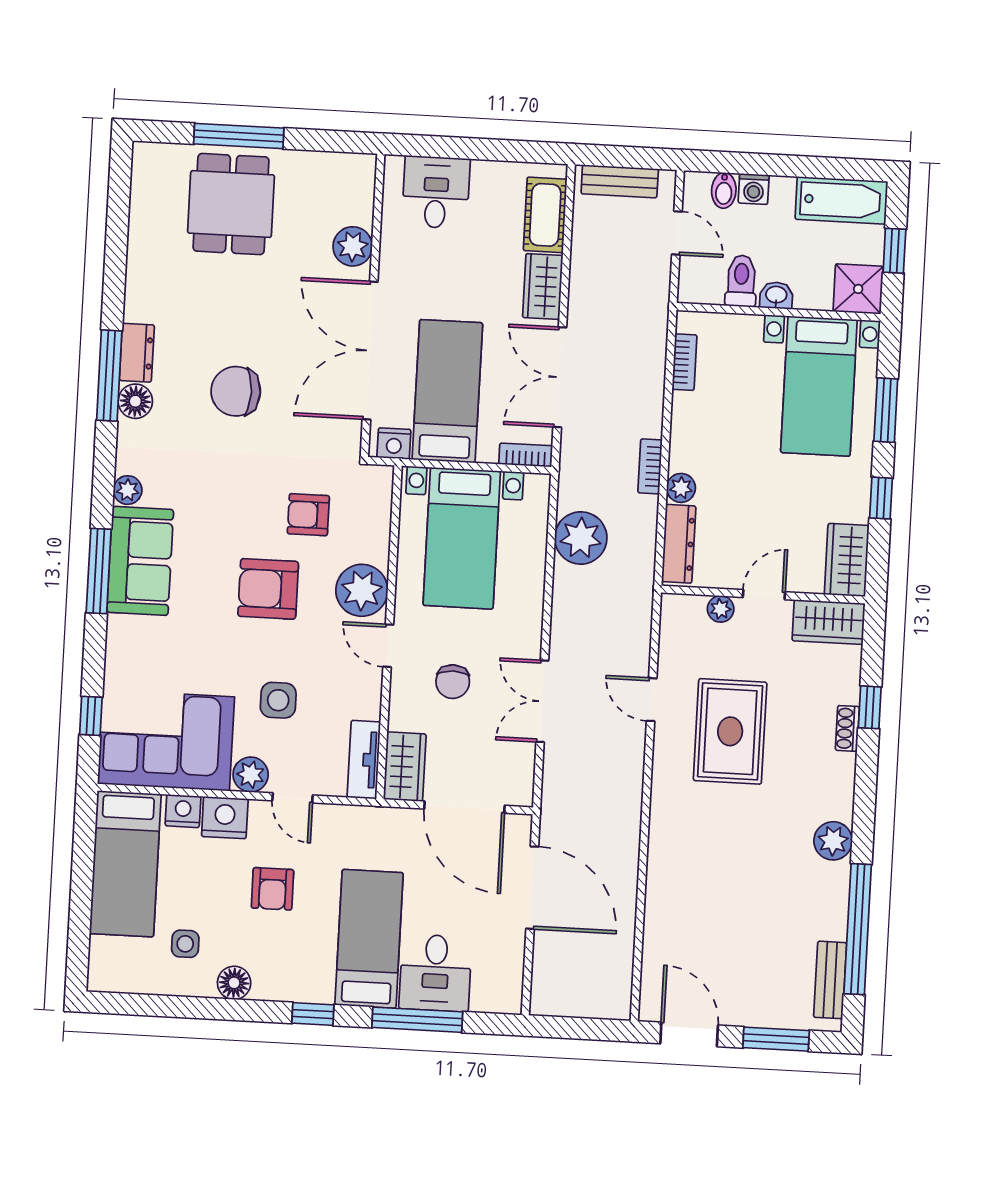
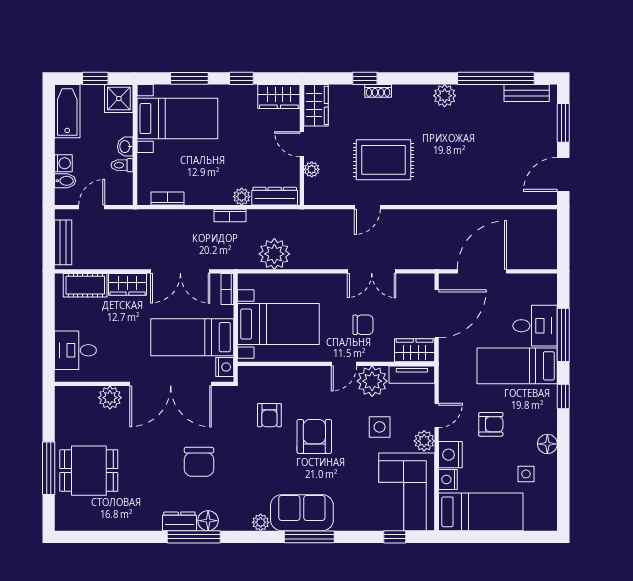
toilet: (741, 281) -> (122, 165), width x0.73, depth x0.72
armchair: (268, 589) -> (314, 436), turned 180
plant: (362, 590) -> (372, 381), moved

